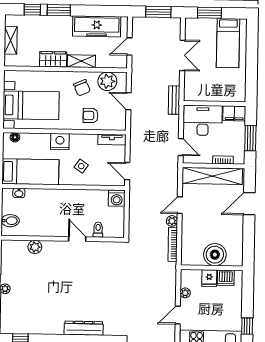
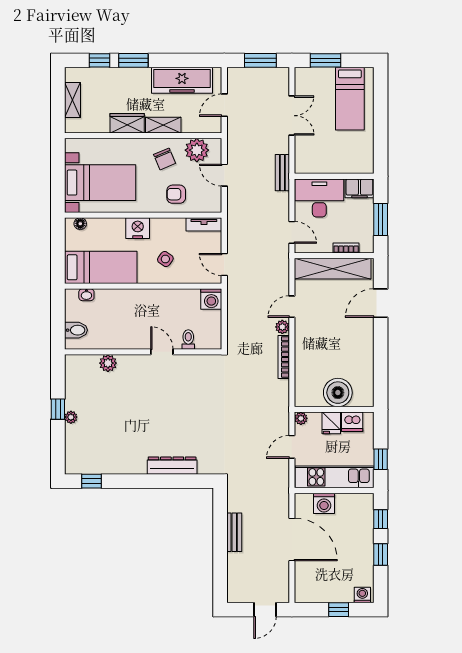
boiler: (215, 255) -> (338, 393), moved
wall: (212, 268) -> (334, 409), moved
fridge: (209, 278) -> (331, 423), moved
dishwasher: (226, 278) -> (352, 422), moved

